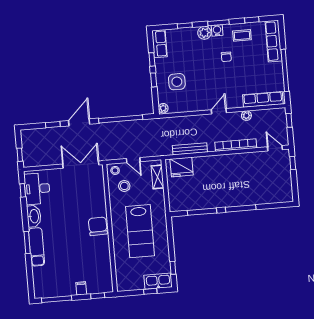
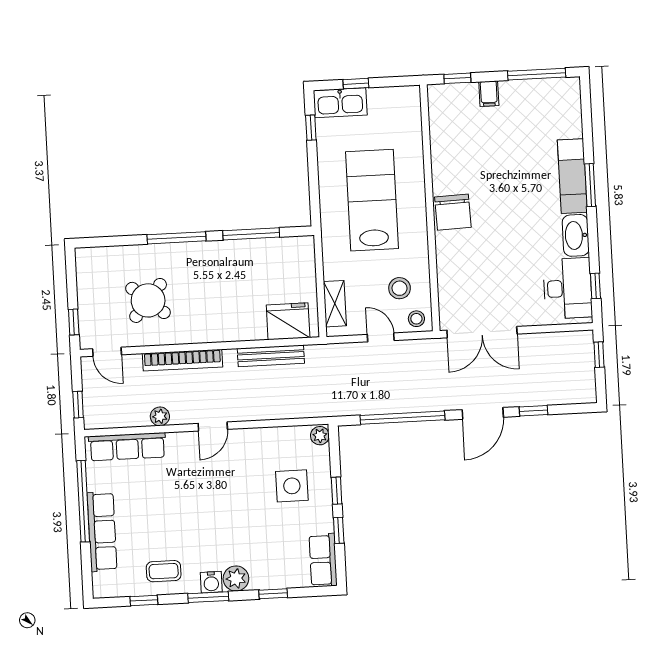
row of seats: (273, 41) -> (102, 532), moved
chair: (226, 57) -> (195, 531), removed
round table: (254, 176) -> (148, 300), added

